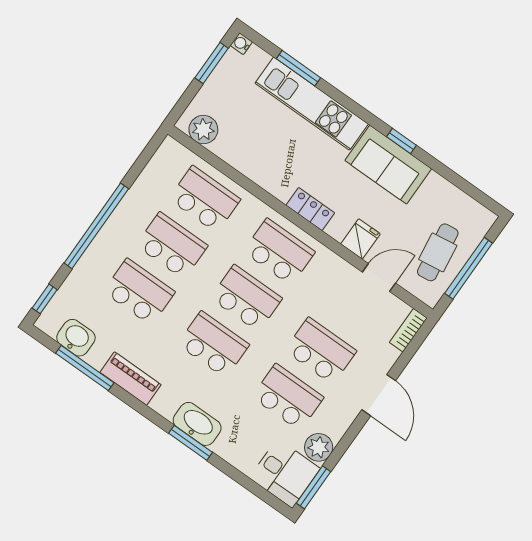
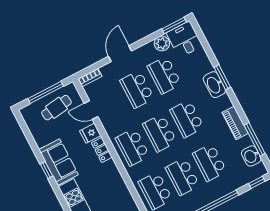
locker: (310, 209) -> (102, 150), moved

